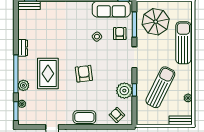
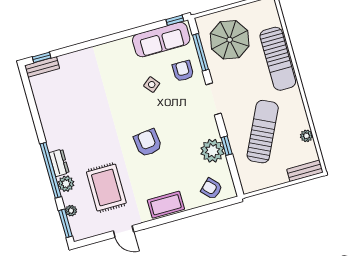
sun lounger: (183, 43) -> (278, 59), turned 180
dresser: (23, 48) -> (59, 163), moved
rug: (48, 74) -> (106, 188), moved

